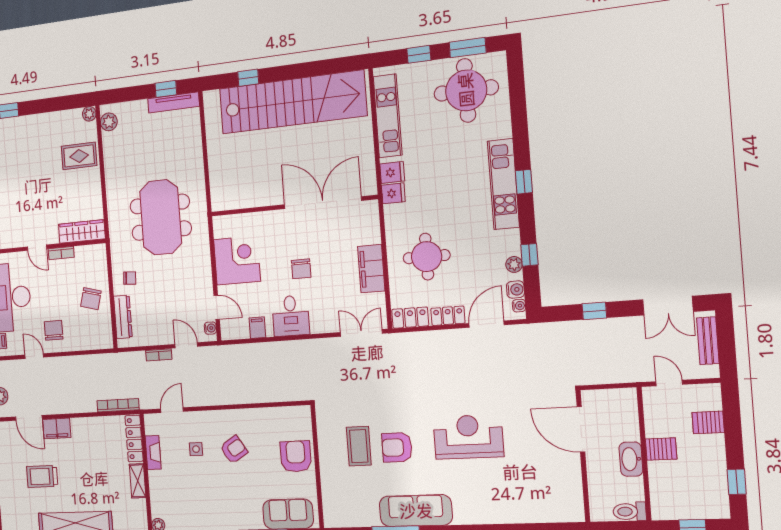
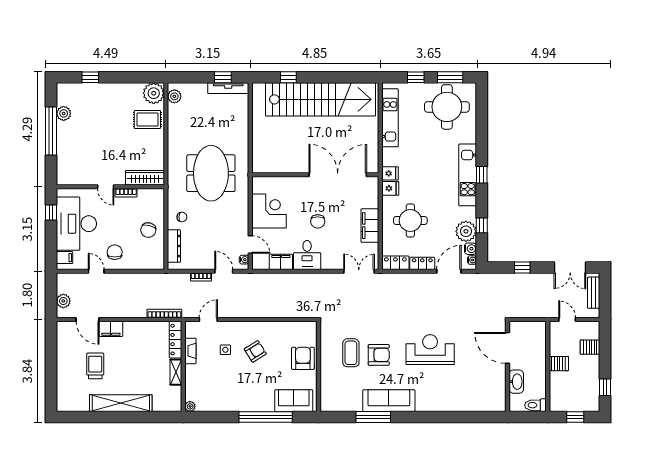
plant: (89, 114) -> (154, 93), width x1.87, depth x1.87
fridge: (392, 172) -> (390, 188), moved
plant: (514, 264) -> (466, 231), width x1.87, depth x1.87
filing cabinet: (257, 328) -> (281, 262), width x2.00
armchair: (397, 447) -> (379, 355), turned 180
washbasin: (631, 459) -> (516, 382), moved, turned 180
trolley: (42, 476) -> (95, 366), turned 90

